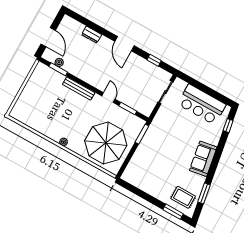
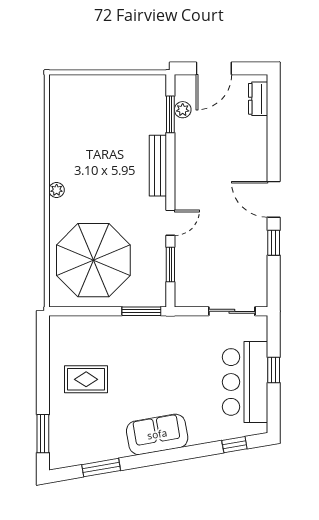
dresser: (92, 35) -> (258, 99), moved
door: (124, 44) -> (274, 199), hinge flipped
window: (154, 60) -> (274, 243), moved
window: (204, 88) -> (274, 370), added
rug: (183, 197) -> (86, 379), moved, turned 90

